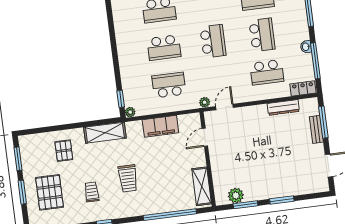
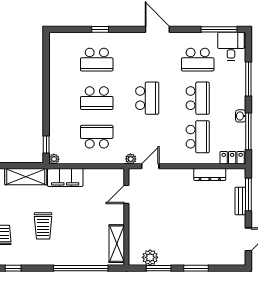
school desk: (267, 72) -> (198, 137), turned -90
filing cabinet: (160, 126) -> (65, 177), moved

